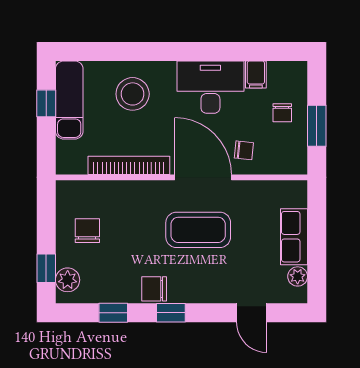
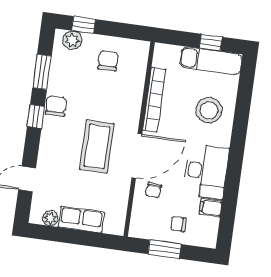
chair: (87, 231) -> (108, 61), turned -90
window: (113, 313) -> (42, 72), width x1.50

